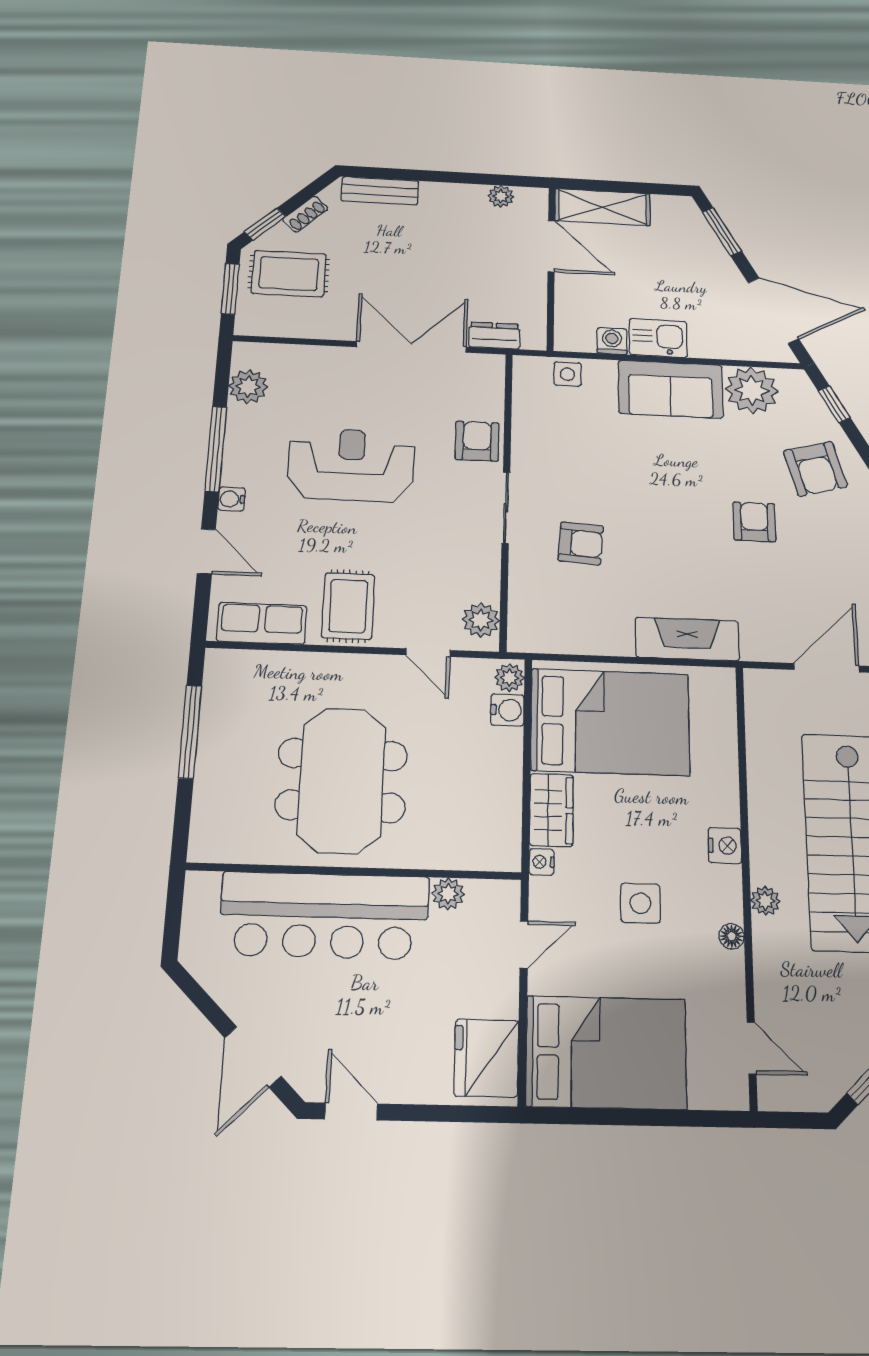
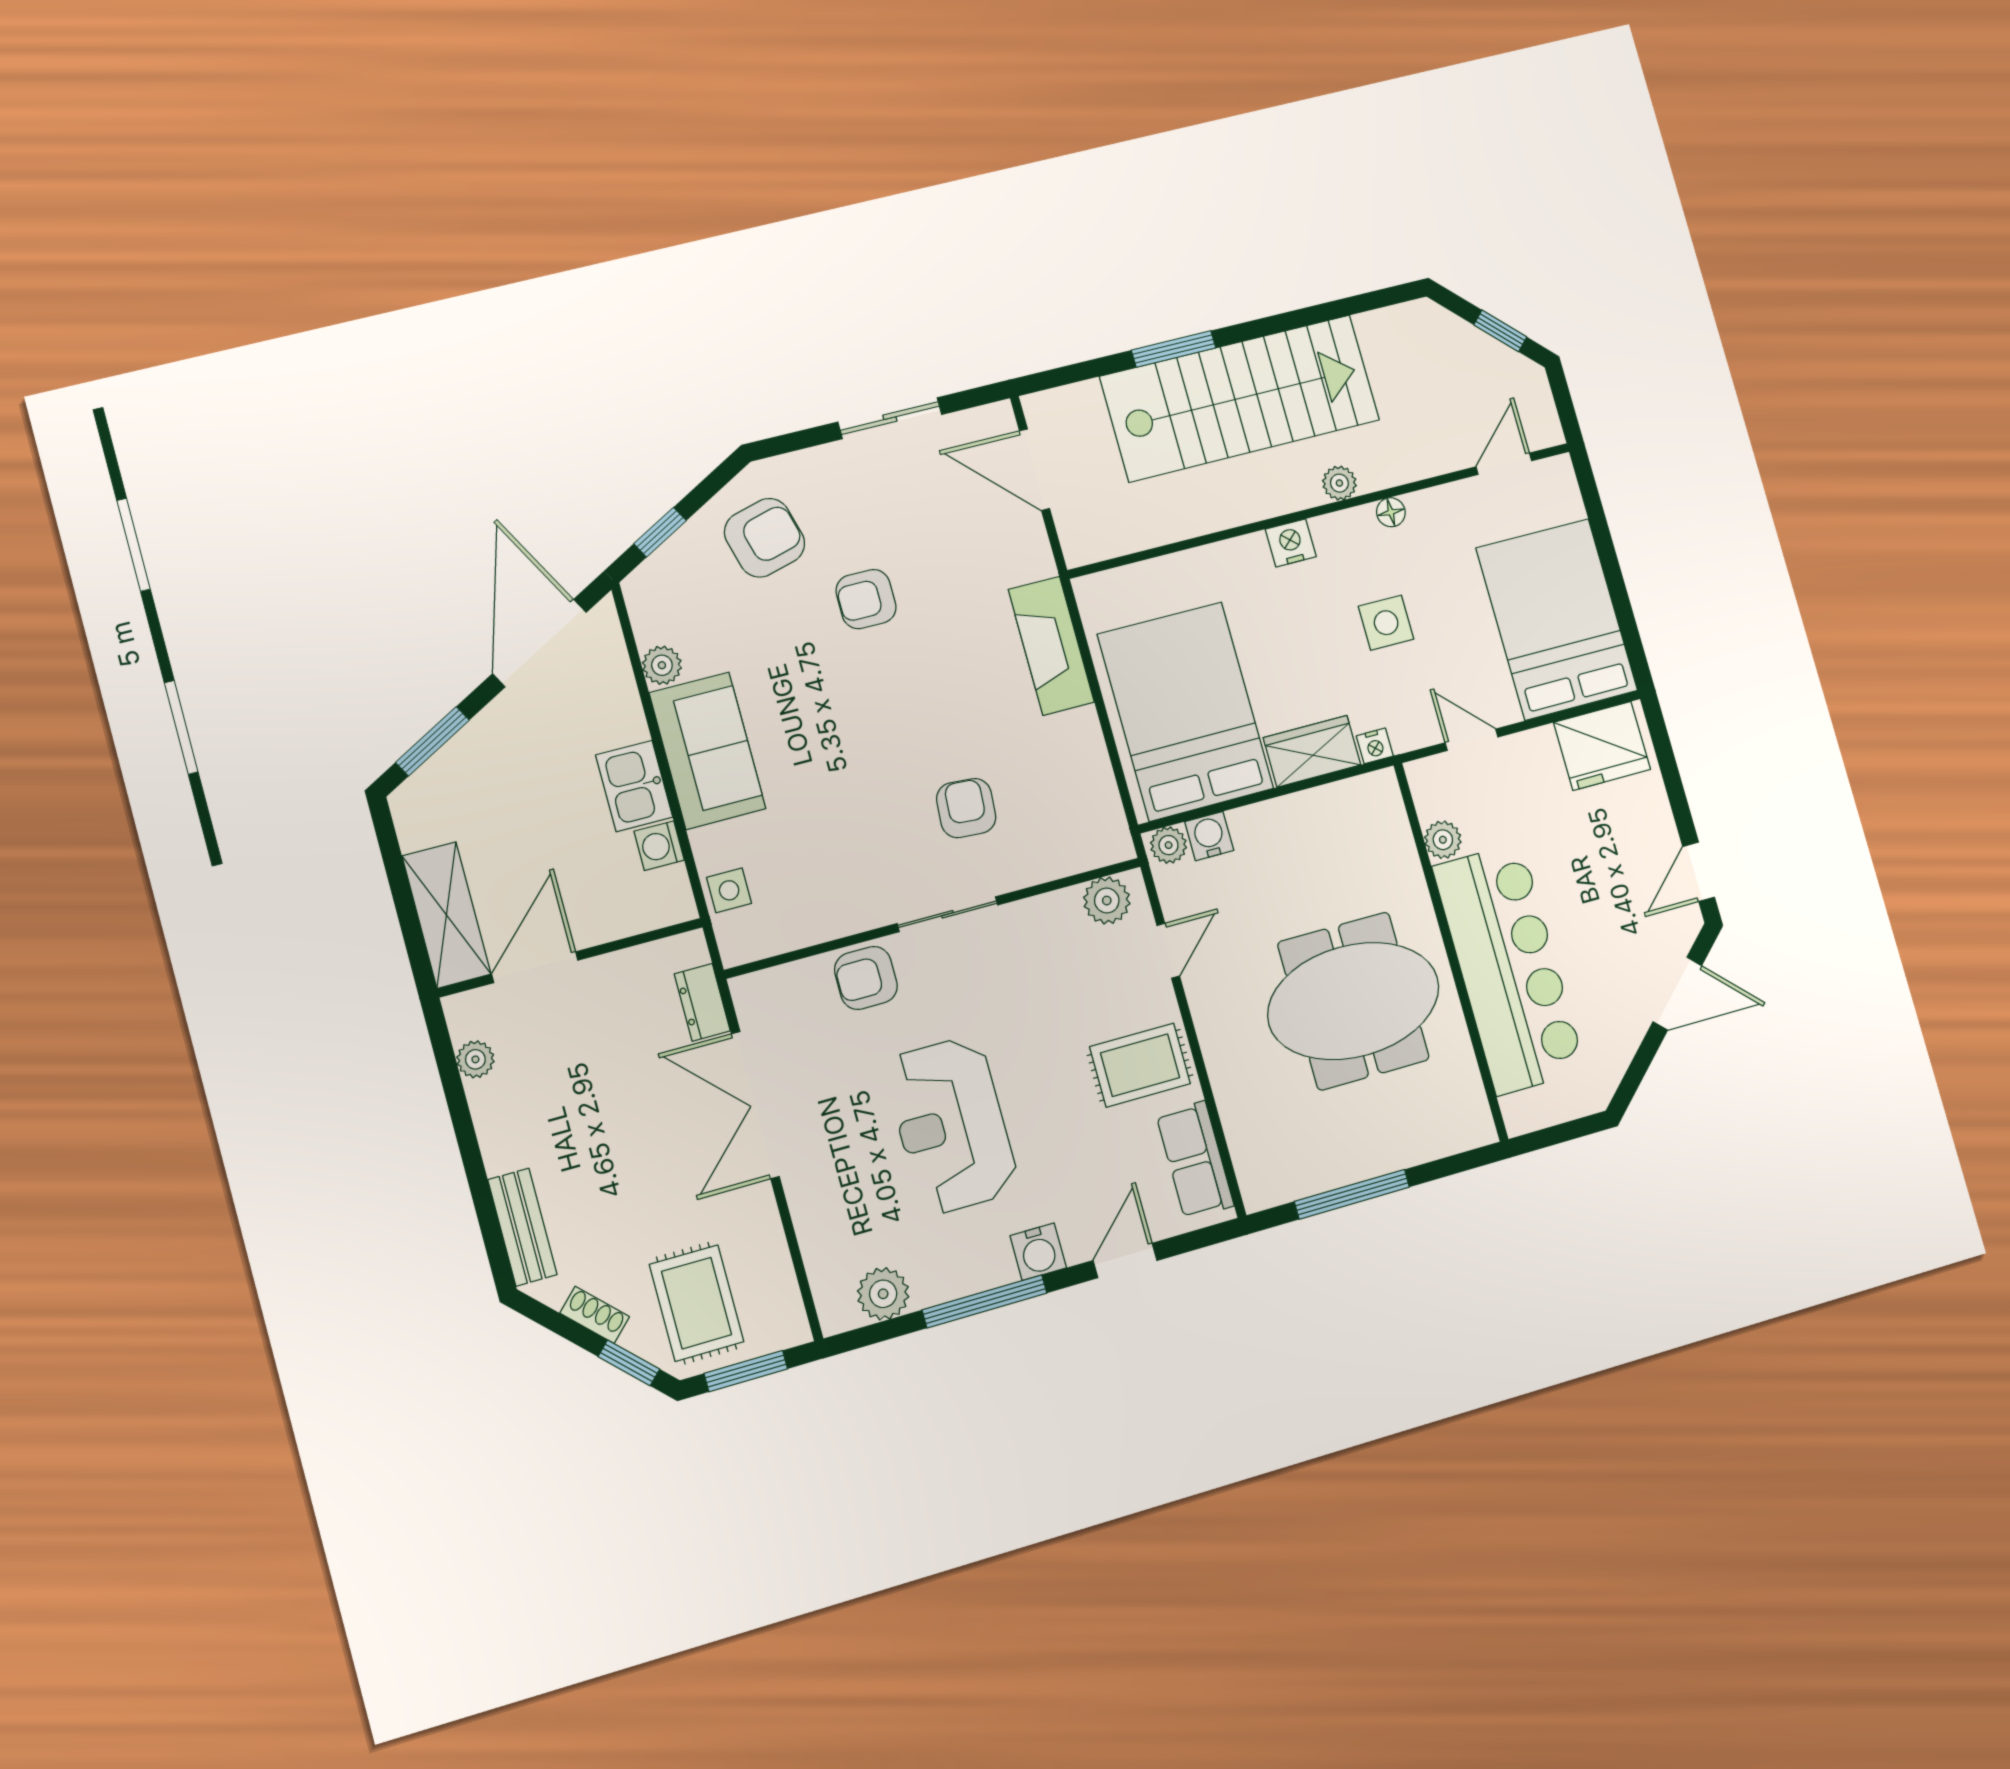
plant: (752, 390) -> (662, 665), width x0.53, depth x0.53
water cooler: (232, 499) -> (1038, 1252), width x1.38, depth x1.38

